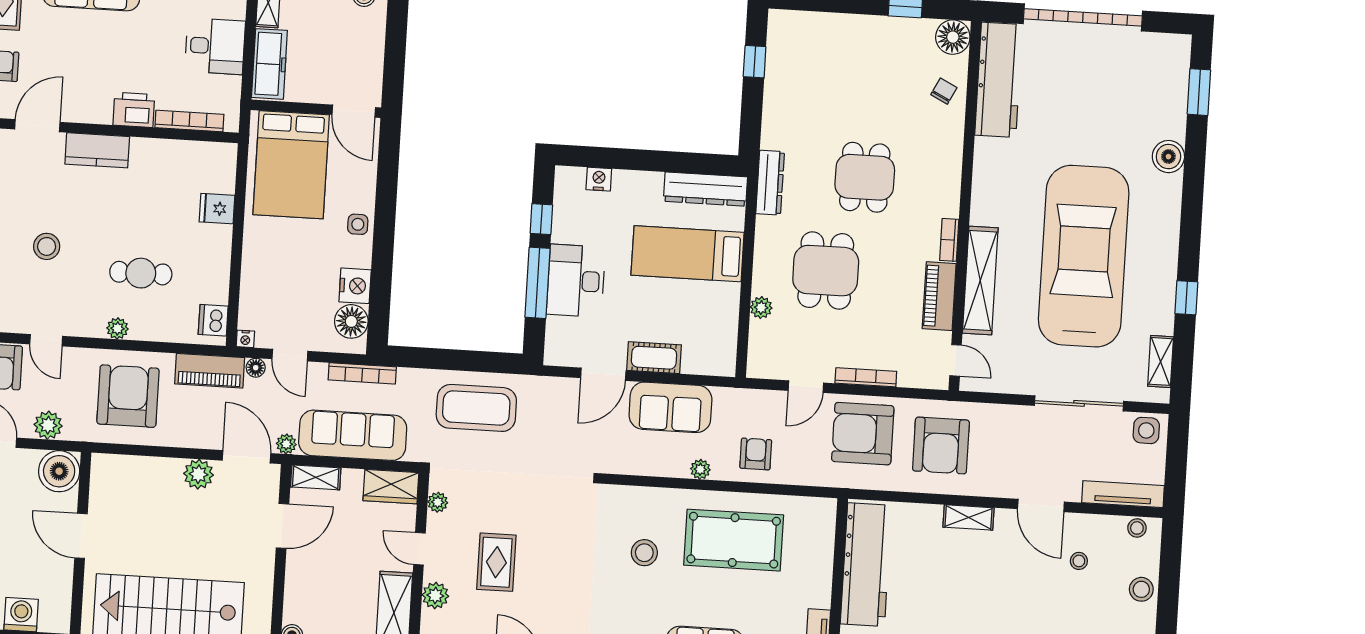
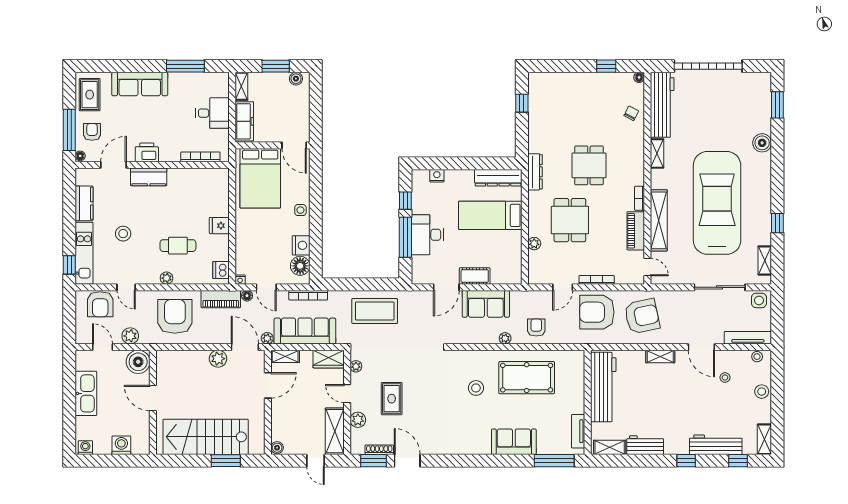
floor lamp: (953, 37) -> (639, 77), width x0.53, depth x0.53
printer: (134, 110) -> (147, 152), moved
shelving: (984, 164) -> (657, 153), added
fridge: (217, 209) -> (219, 226), moved
armchair: (941, 446) -> (642, 316), turned -102

